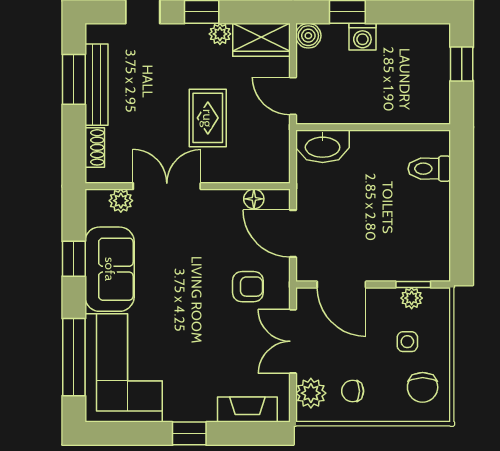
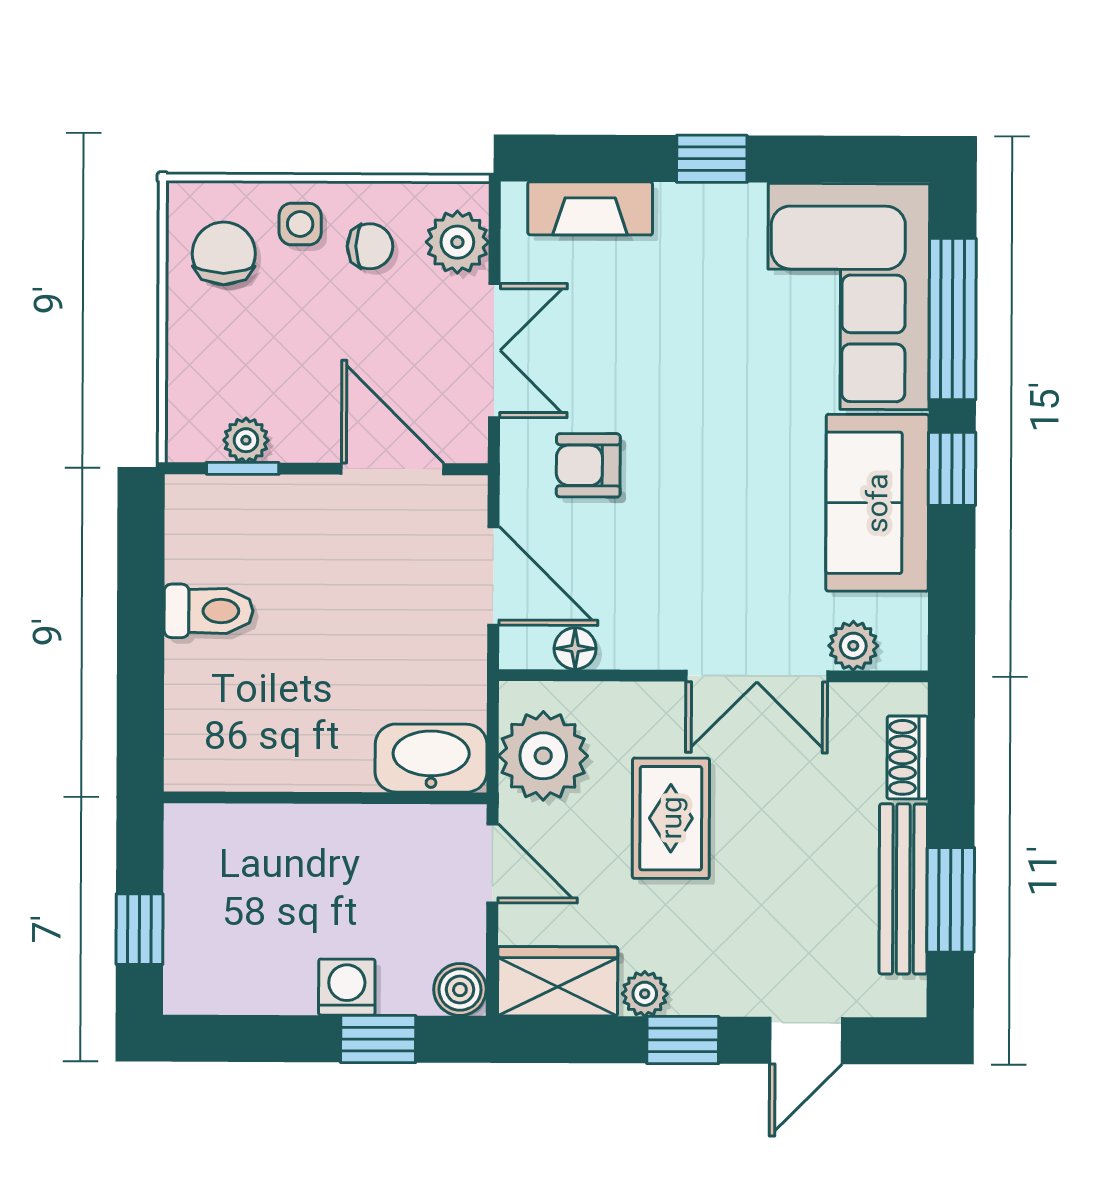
plant: (269, 148) -> (543, 756), added
toilet: (429, 169) -> (208, 611), moved
window: (74, 259) -> (952, 469), moved
side table: (407, 342) -> (300, 224), moved

